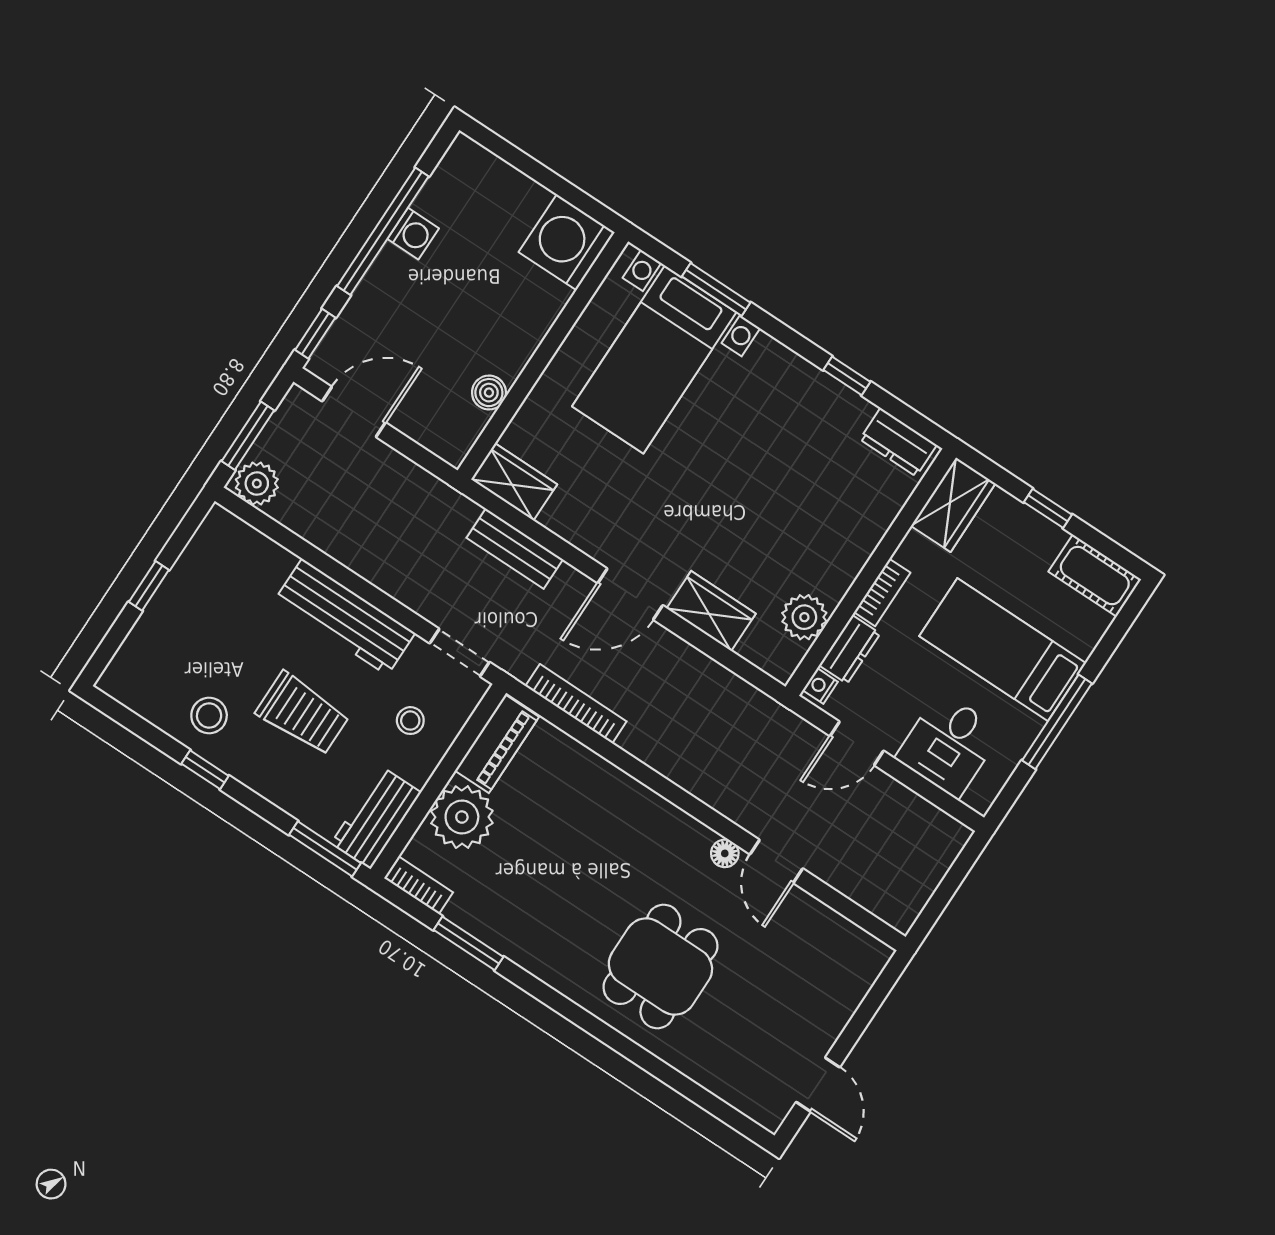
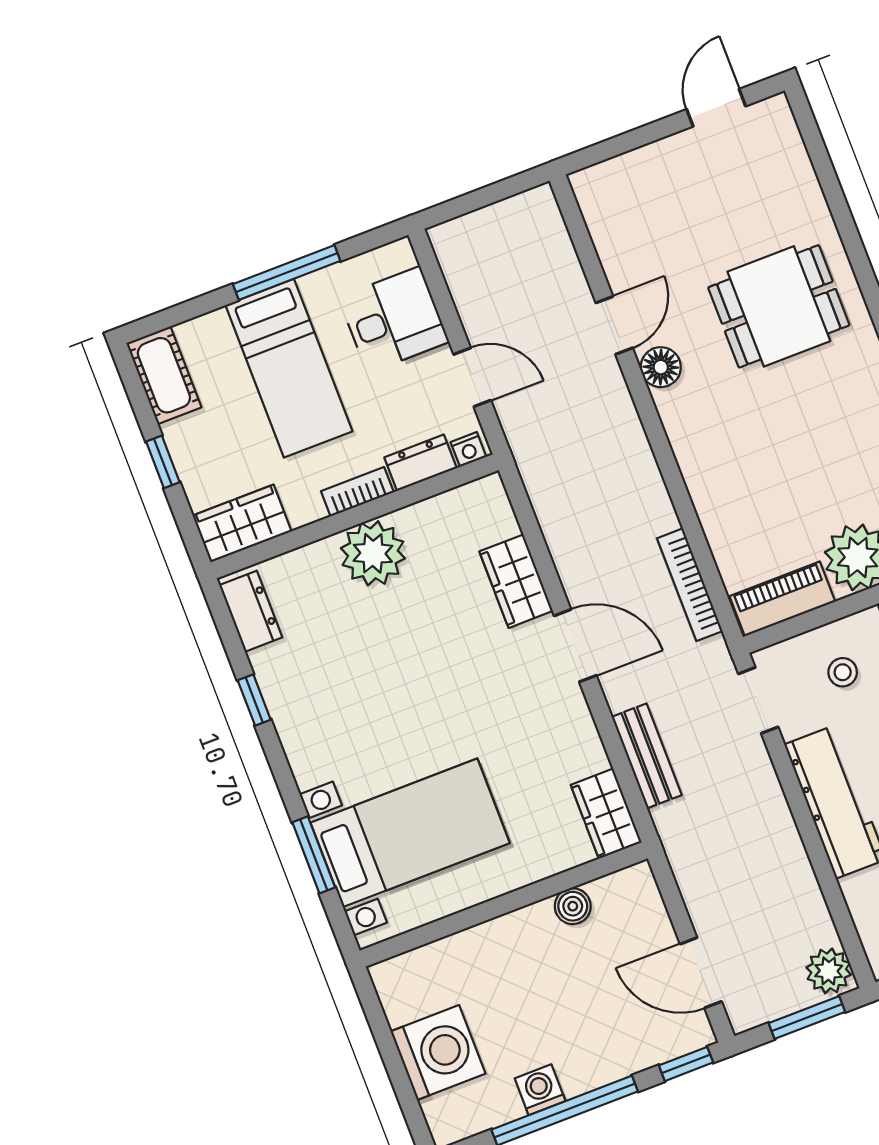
washing machine: (567, 242) -> (438, 1053), moved, turned -90
plant: (804, 617) -> (373, 553), moved, width x1.36, depth x1.36
floor lamp: (725, 853) -> (661, 367), width x1.37, depth x1.37

